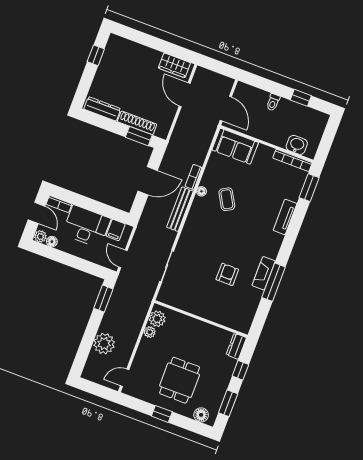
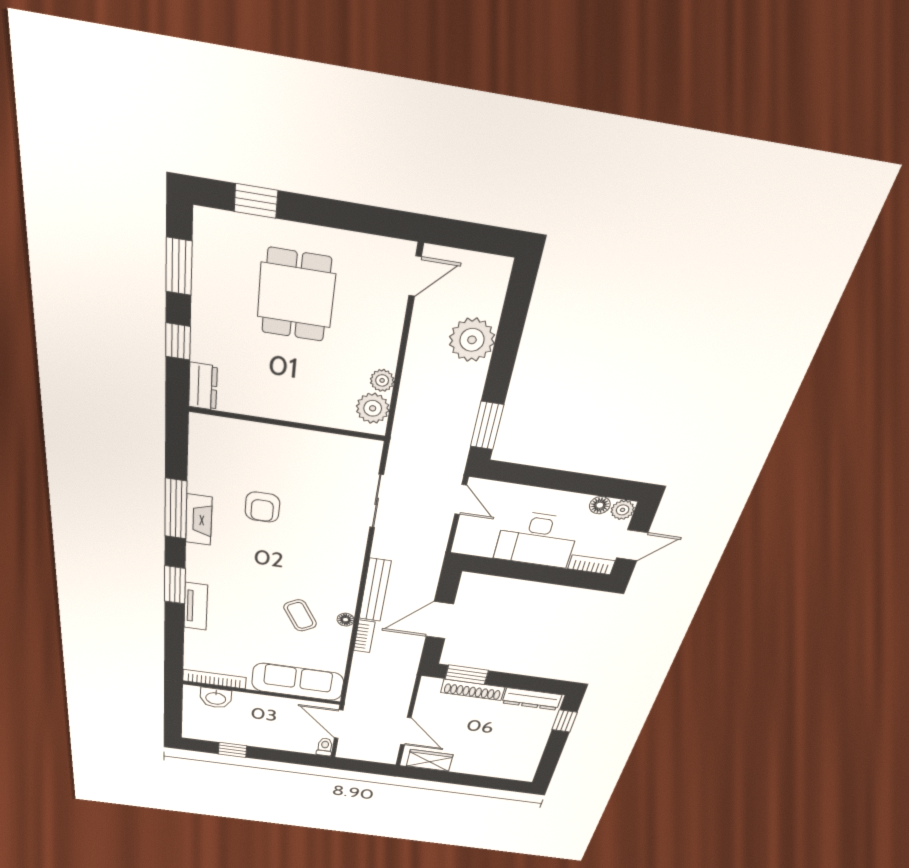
window: (96, 55) -> (564, 721), moved
toilet: (273, 102) -> (325, 747), moved
sofa: (235, 146) -> (298, 682), width x1.36
window: (309, 188) -> (175, 585), moved
door: (37, 213) -> (632, 545), swing flipped
filing cabinet: (116, 230) -> (482, 542), removed
window: (162, 414) -> (256, 201), moved
floor lamp: (201, 415) -> (228, 228), removed

